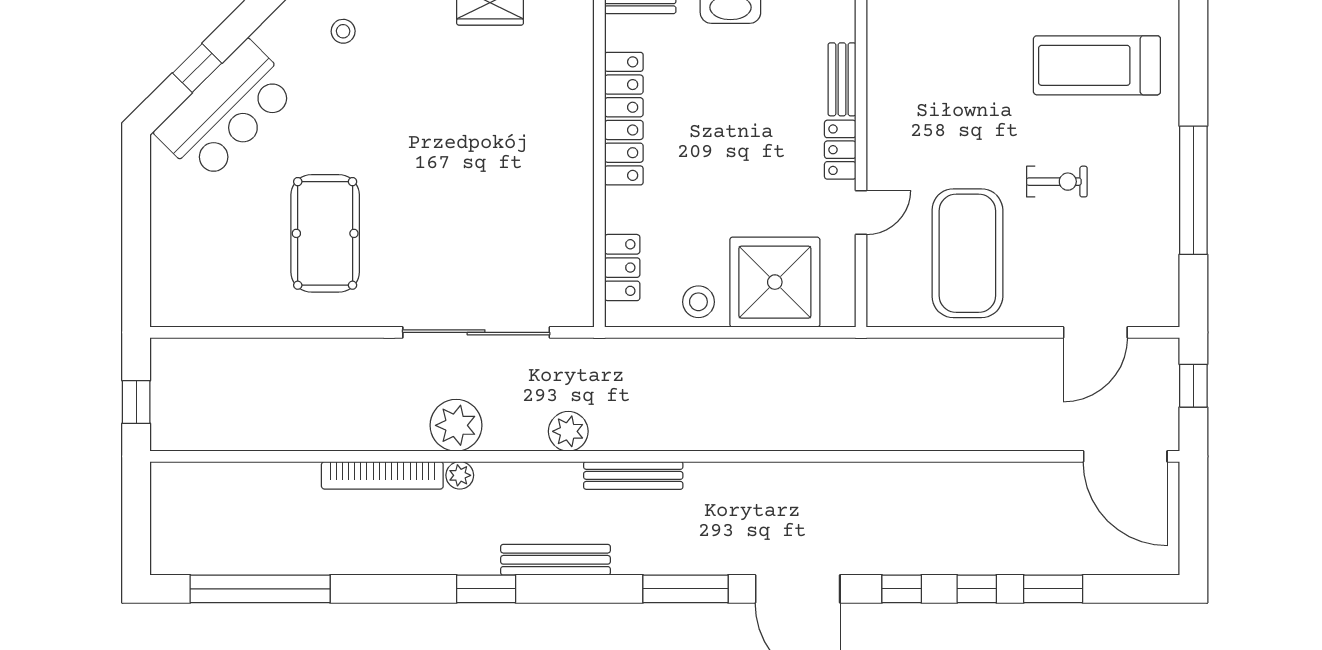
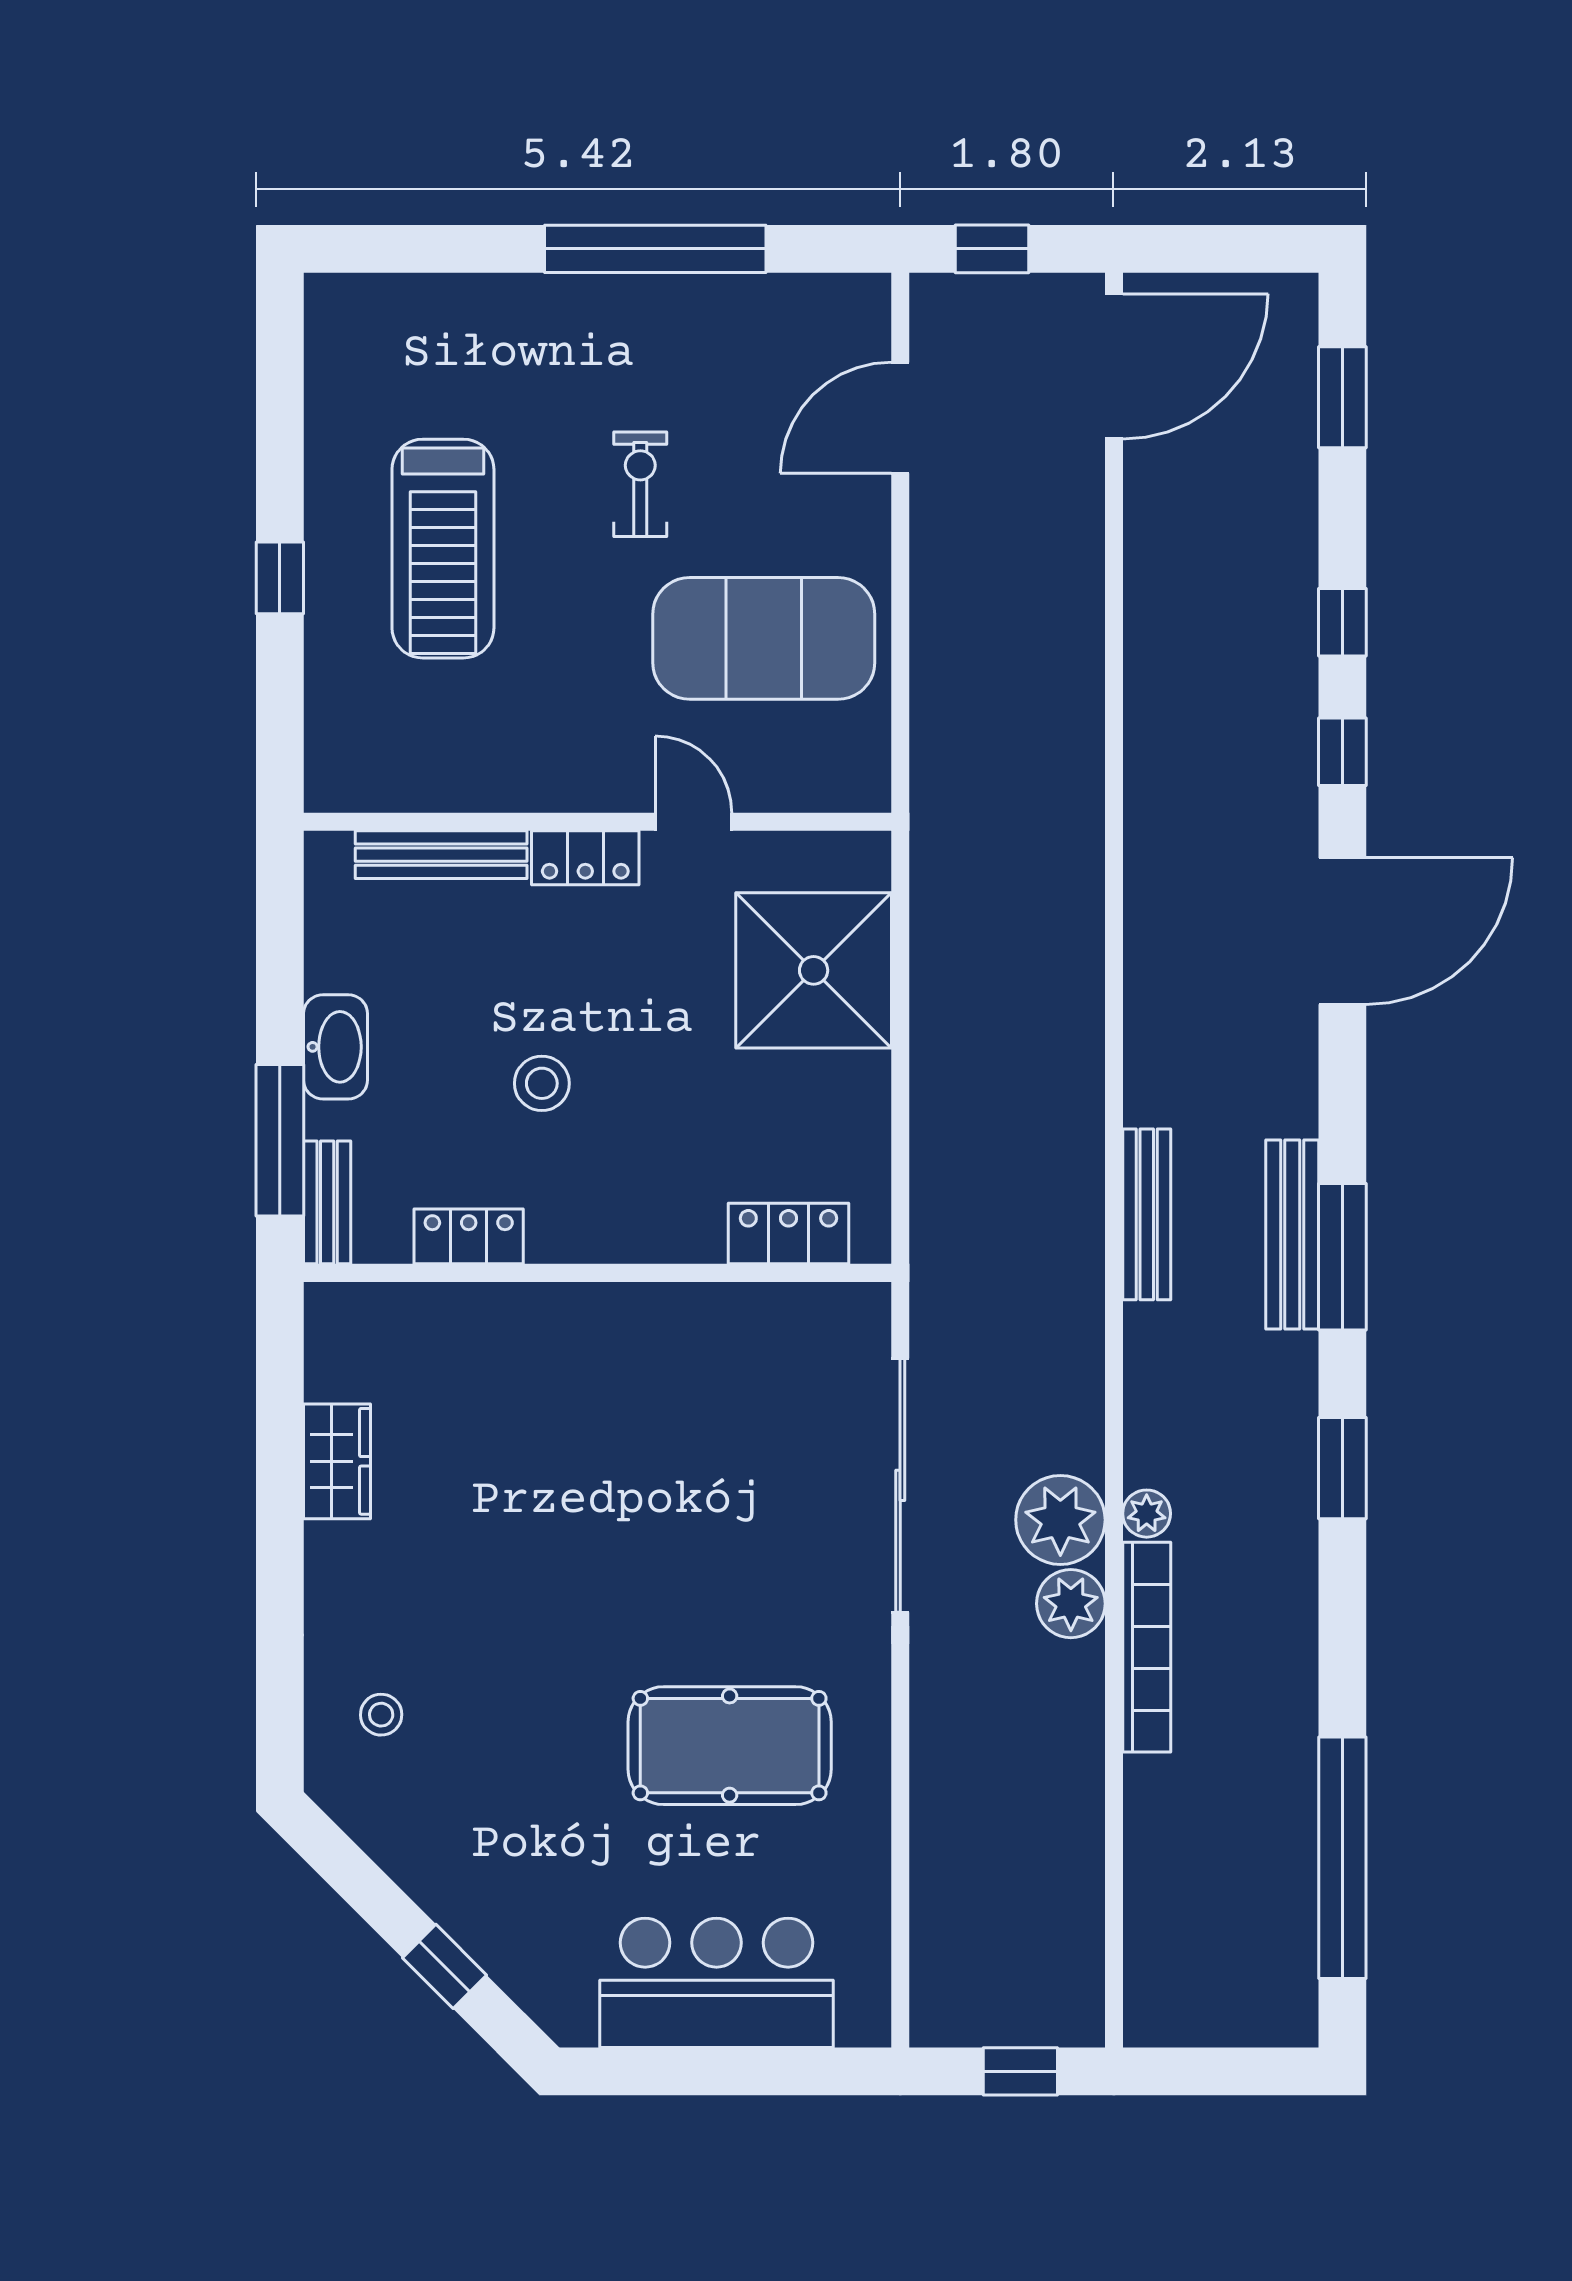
treadmill: (1097, 65) -> (443, 549), moved
bench: (842, 79) -> (441, 855), width x1.36
bar counter: (226, 111) -> (717, 1983), moved, turned -45
locker: (624, 119) -> (469, 1236), width x0.46, depth x0.83
stool: (698, 302) -> (542, 1083), moved
door: (1095, 332) -> (900, 418), swing flipped
plant: (568, 431) -> (1071, 1604), moved
bench: (555, 560) -> (1292, 1235), moved
window: (685, 589) -> (1342, 1257), moved
window: (1053, 589) -> (1342, 397), moved

